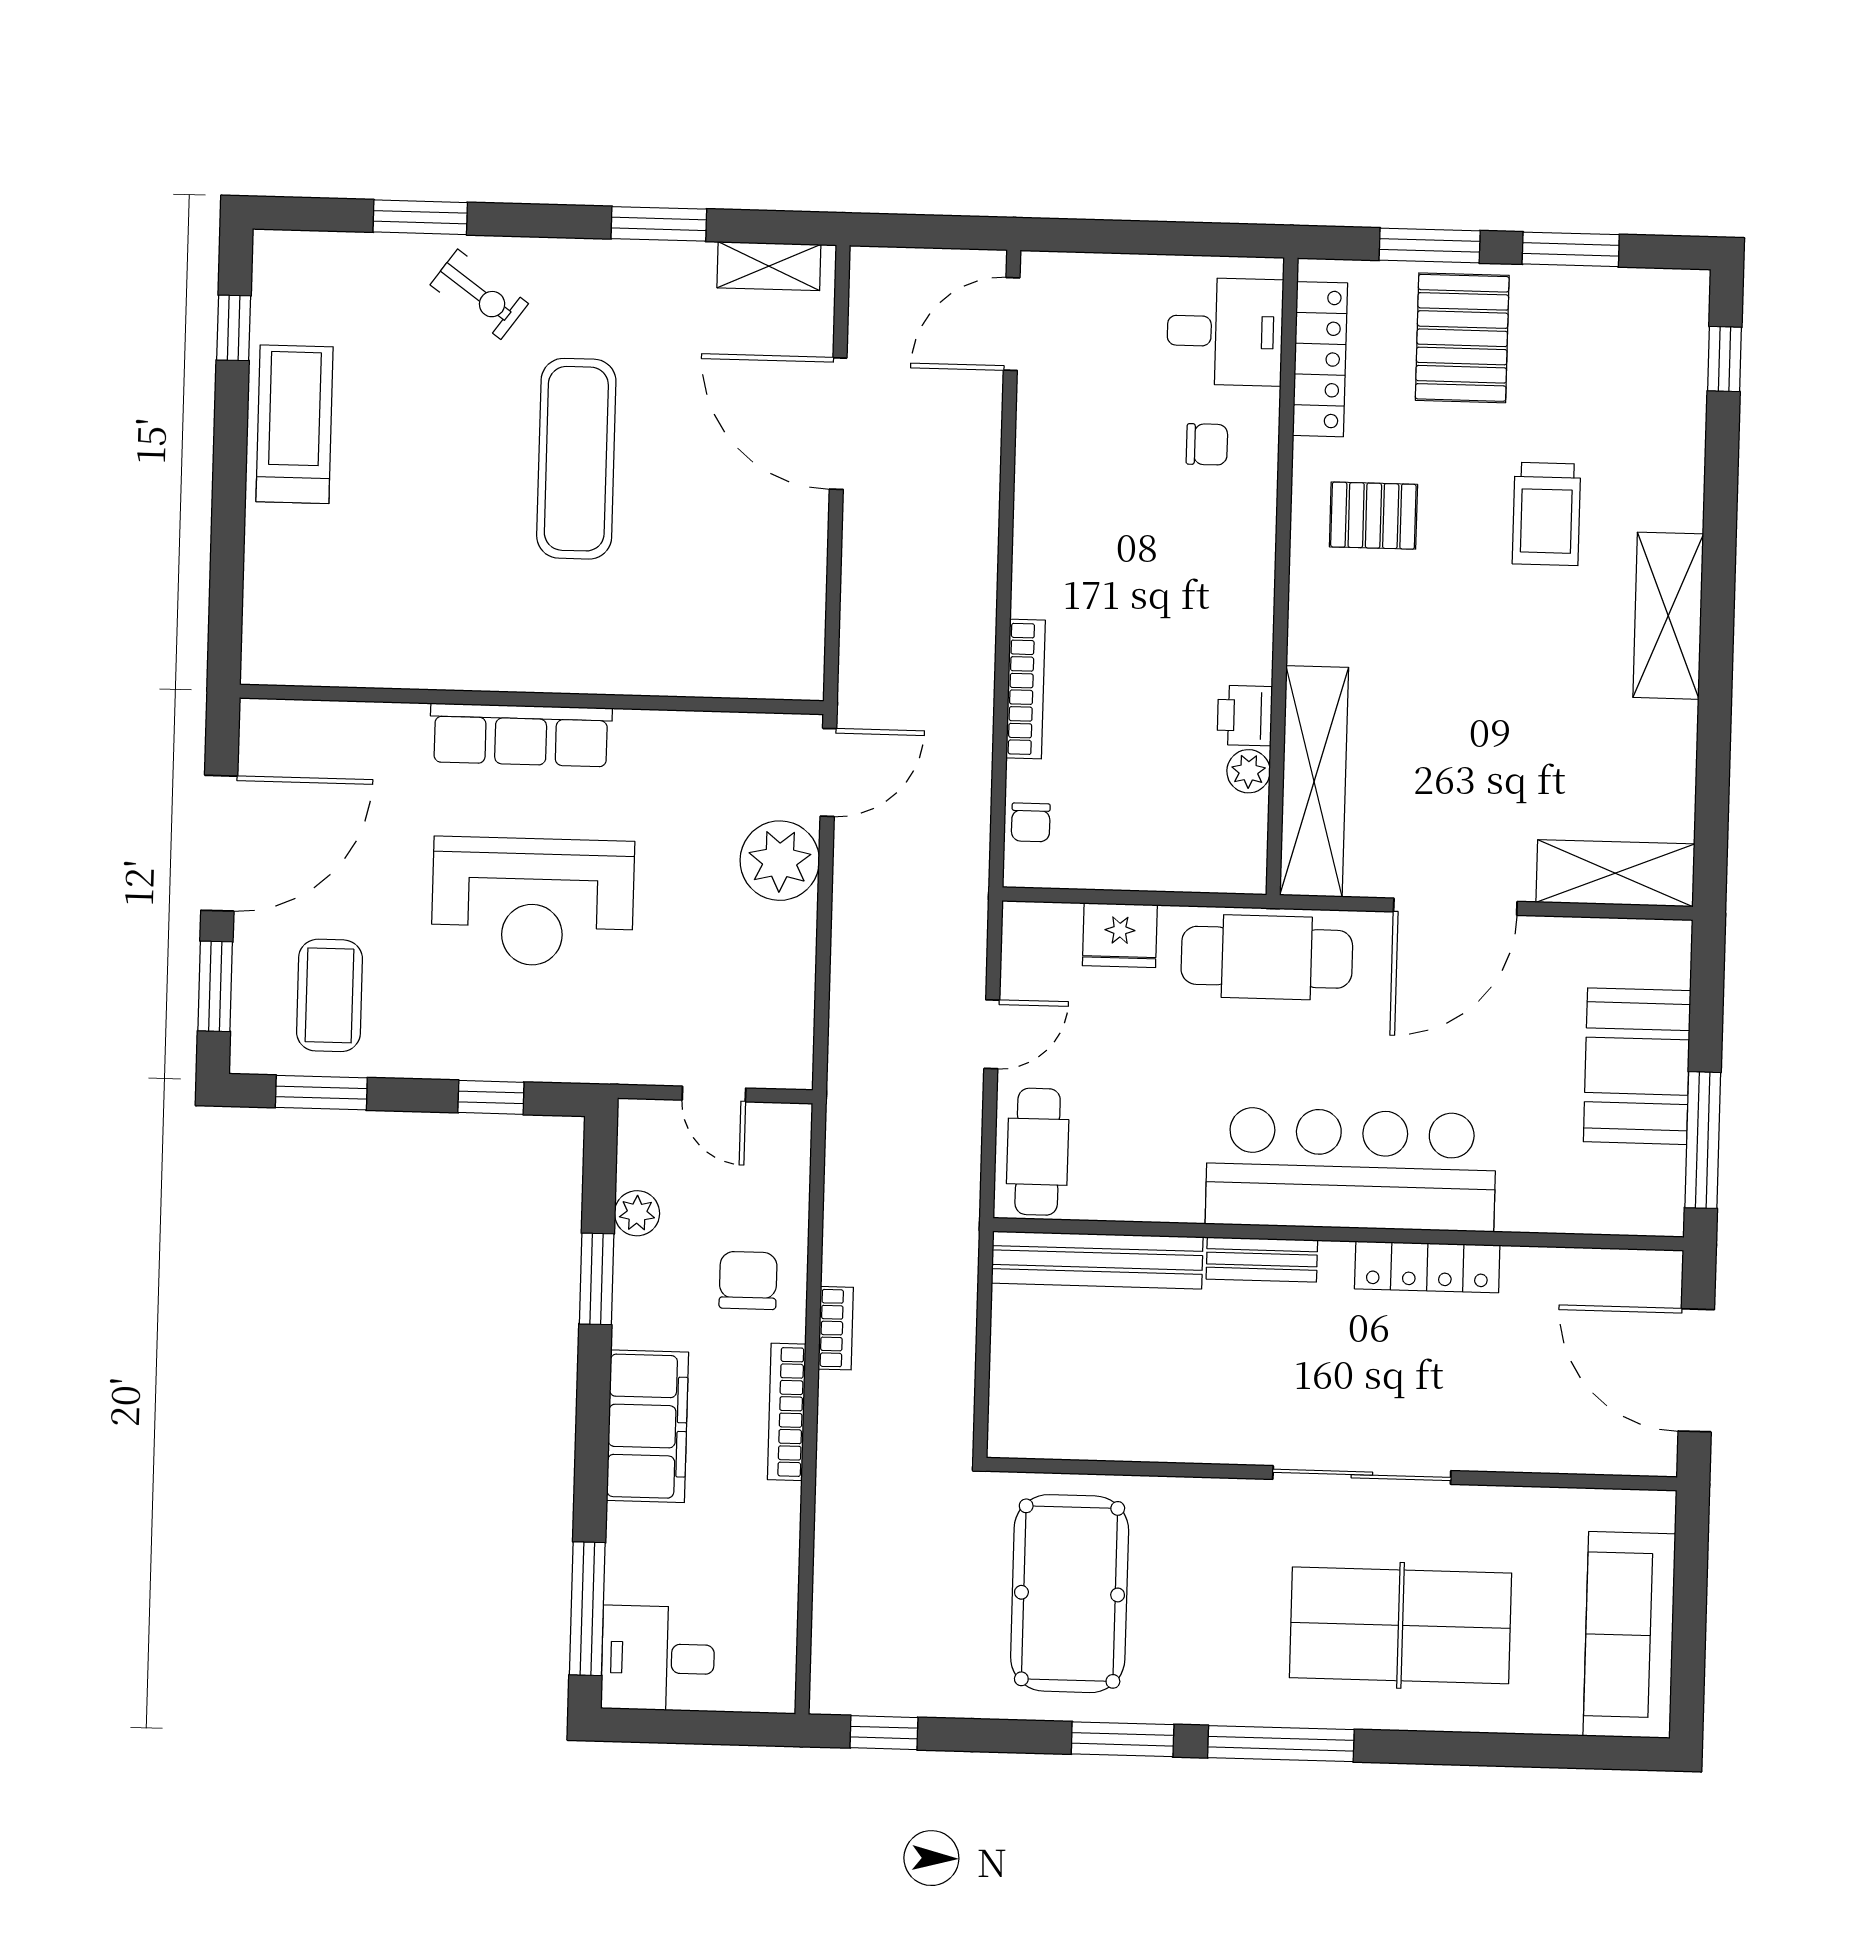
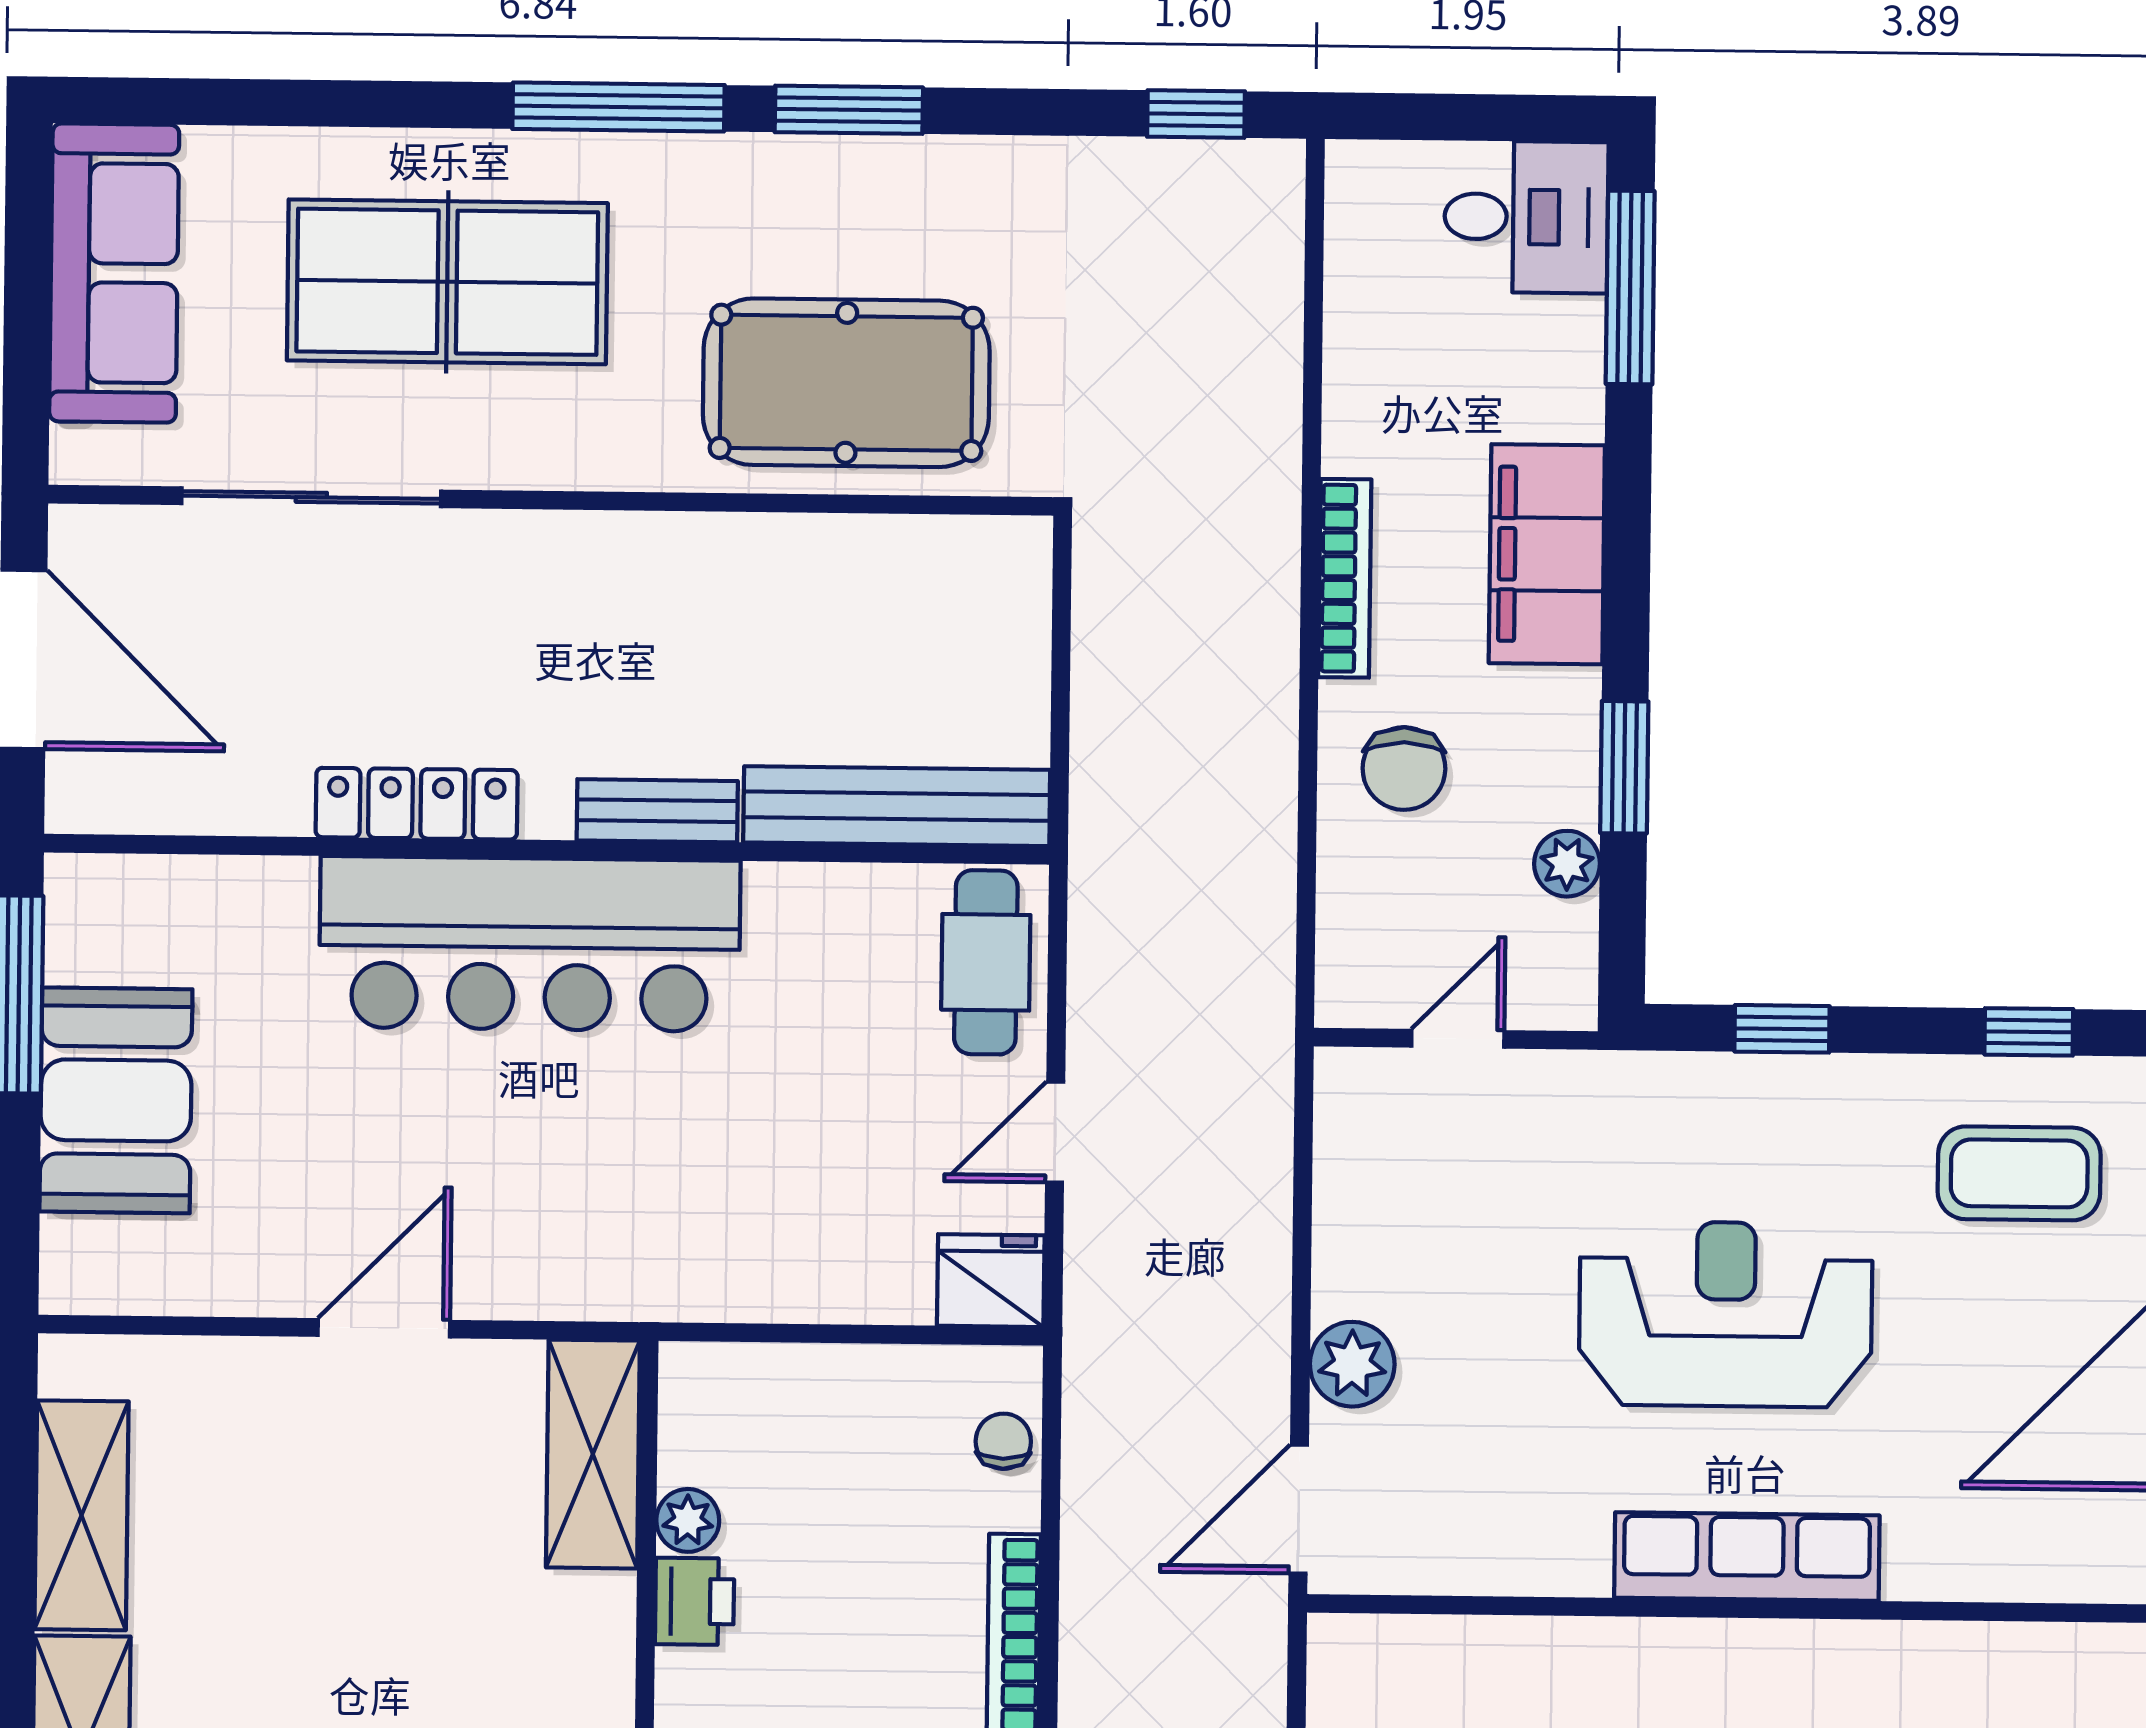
shelving: (1314, 781) -> (593, 1454), width x0.68
plant: (780, 861) -> (1352, 1364), width x0.73, depth x0.73
shelving: (1615, 873) -> (81, 1515), moved, turned 90
door: (1455, 907) -> (384, 1328), width x0.73
fridge: (1120, 935) -> (991, 1281), moved
cafe table: (1267, 957) -> (657, 1250), removed
coffee table: (329, 995) -> (2019, 1173), turned 90
window: (321, 1093) -> (2029, 1032), width x0.67
door: (714, 1094) -> (1458, 1039), hinge flipped
bookcase: (836, 1328) -> (1275, 701), removed
sliding door: (1362, 1475) -> (311, 497), moved
pool table: (1070, 1594) -> (846, 383), moved, turned 90

